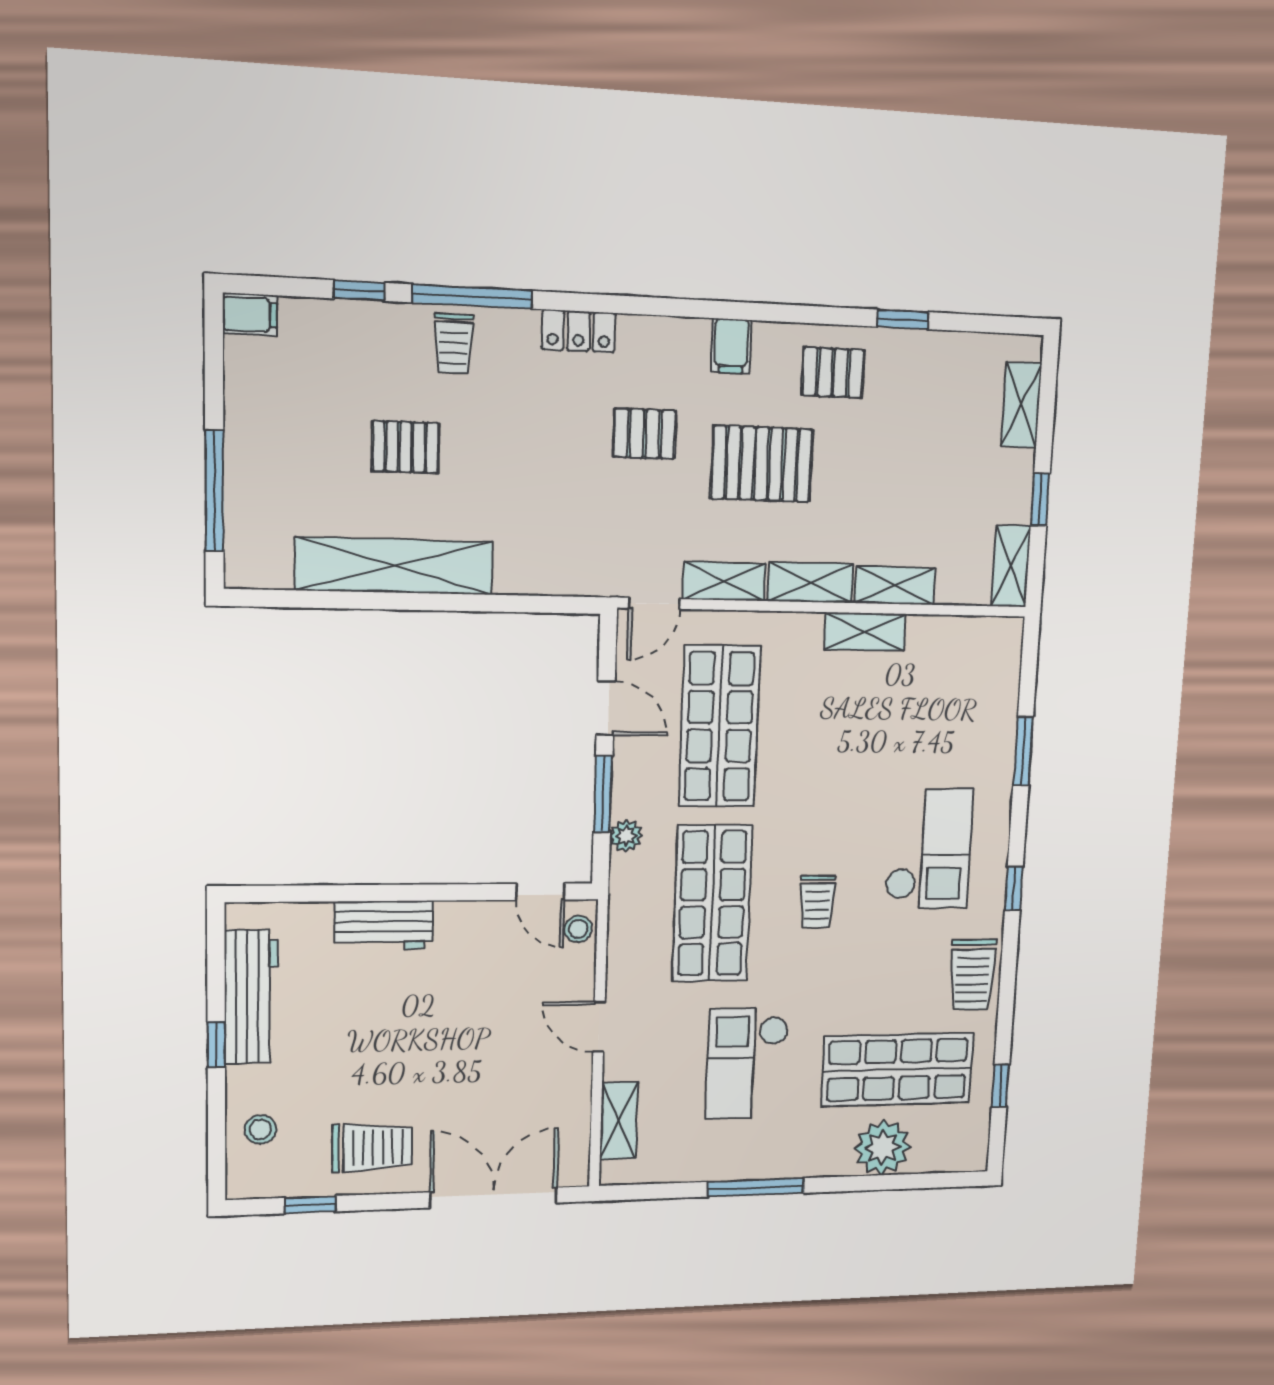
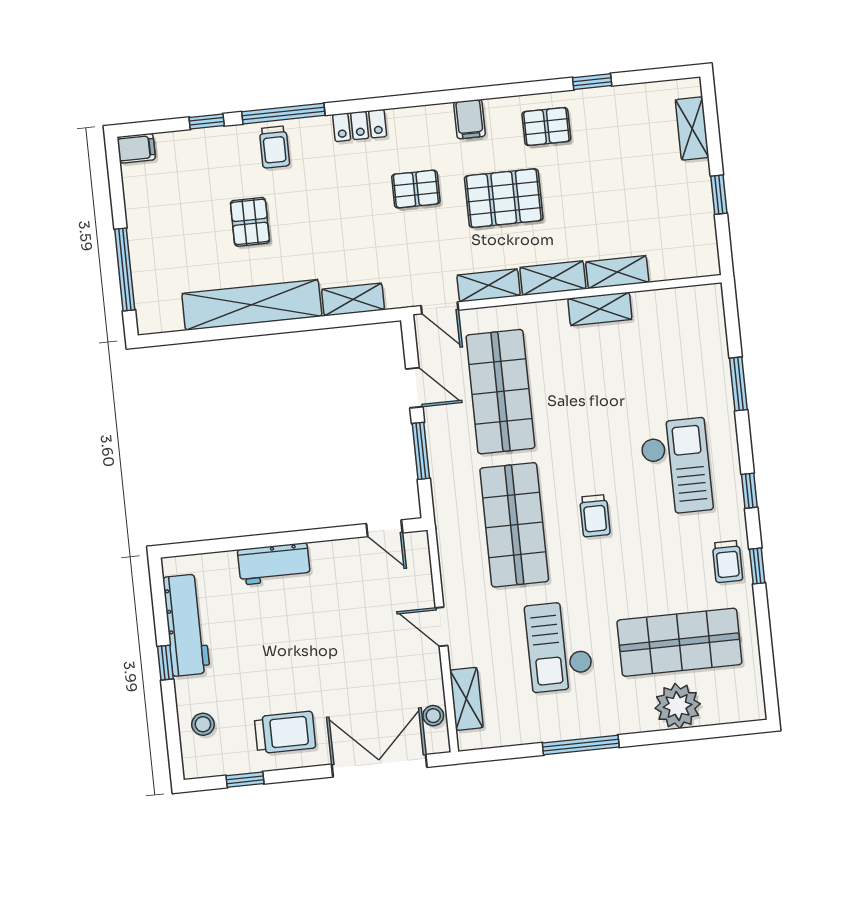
pallet: (405, 447) -> (250, 222), turned 90
shelving: (1011, 566) -> (353, 299), moved, turned 90
door: (654, 603) -> (440, 308), hinge flipped
plant: (626, 836) -> (442, 480), removed
stool: (578, 929) -> (433, 716), moved
trolley: (972, 975) -> (727, 562), width x0.73, depth x0.72
window: (1000, 1086) -> (757, 566), moved

